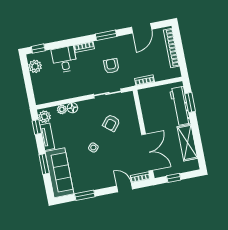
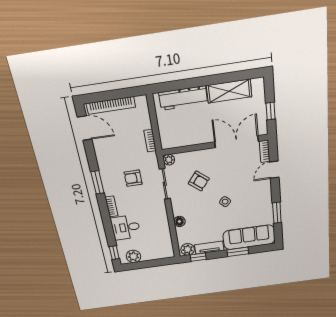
door: (142, 28) -> (85, 128), moved
window: (190, 102) -> (179, 85), removed
plant: (62, 109) -> (169, 160), moved

